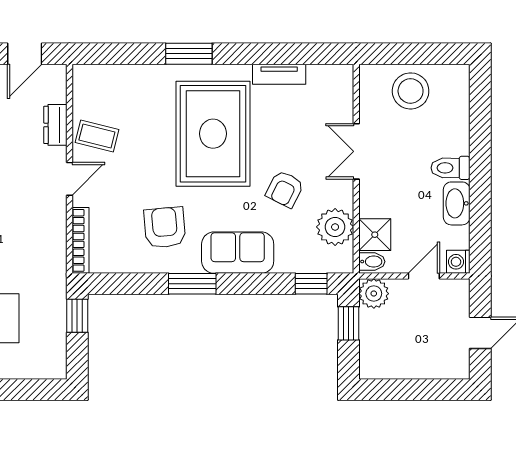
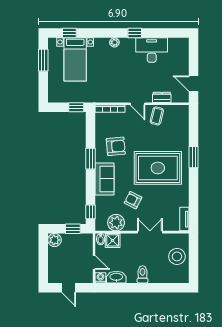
tv unit: (279, 74) -> (184, 219), moved
washbasin: (457, 203) -> (116, 277), moved
plant: (374, 294) -> (54, 240), moved

